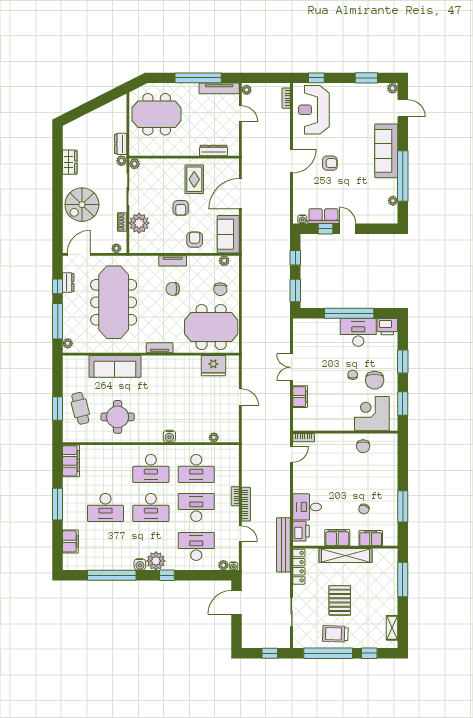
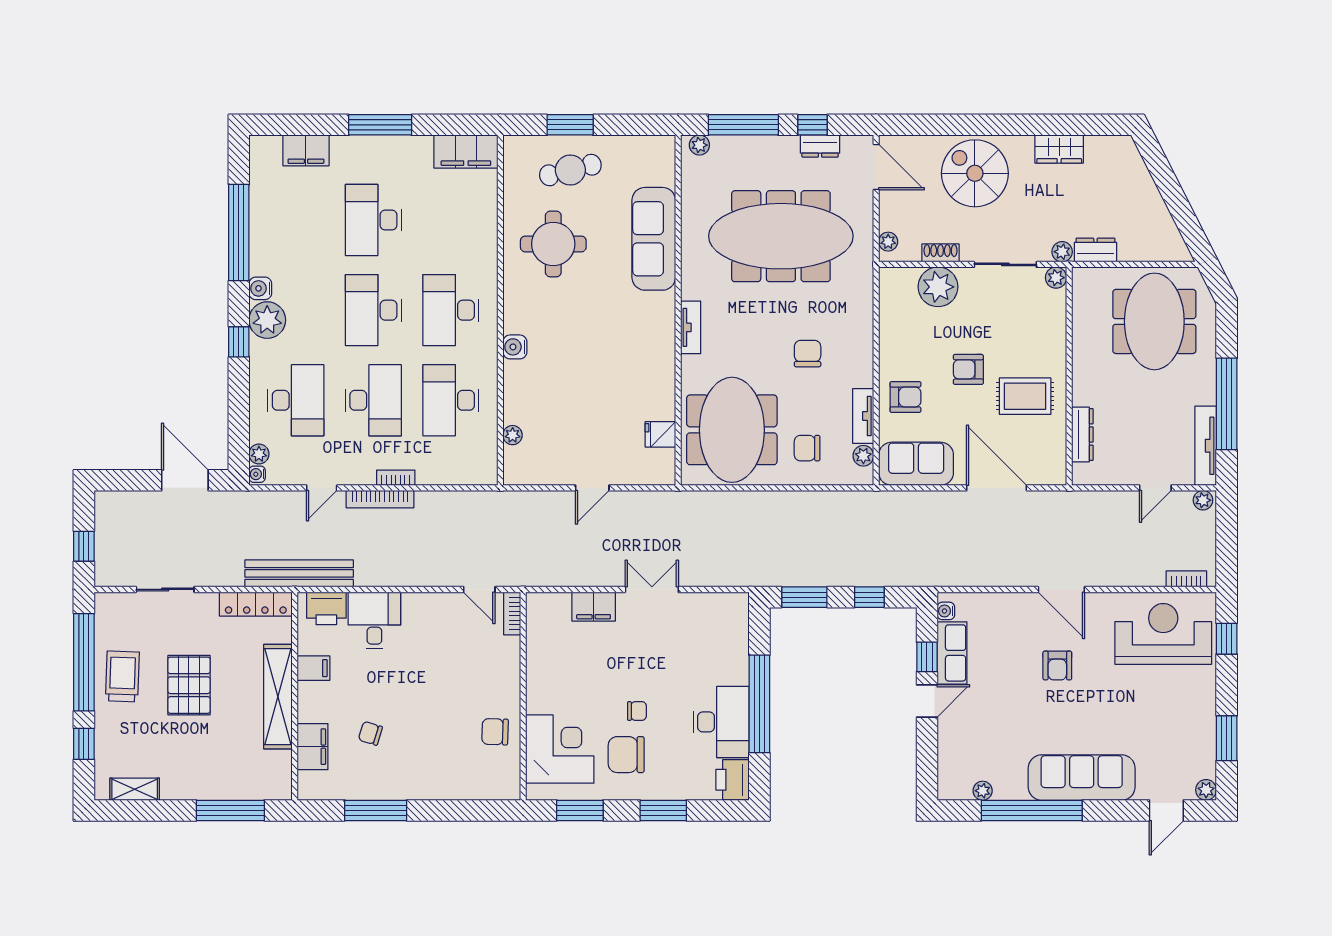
tv unit: (173, 261) -> (863, 416), moved
fridge: (213, 366) -> (660, 434), width x0.53, depth x0.75
filing cabinet: (337, 538) -> (313, 668), width x0.50
pallet: (340, 600) -> (189, 685), turned 90

